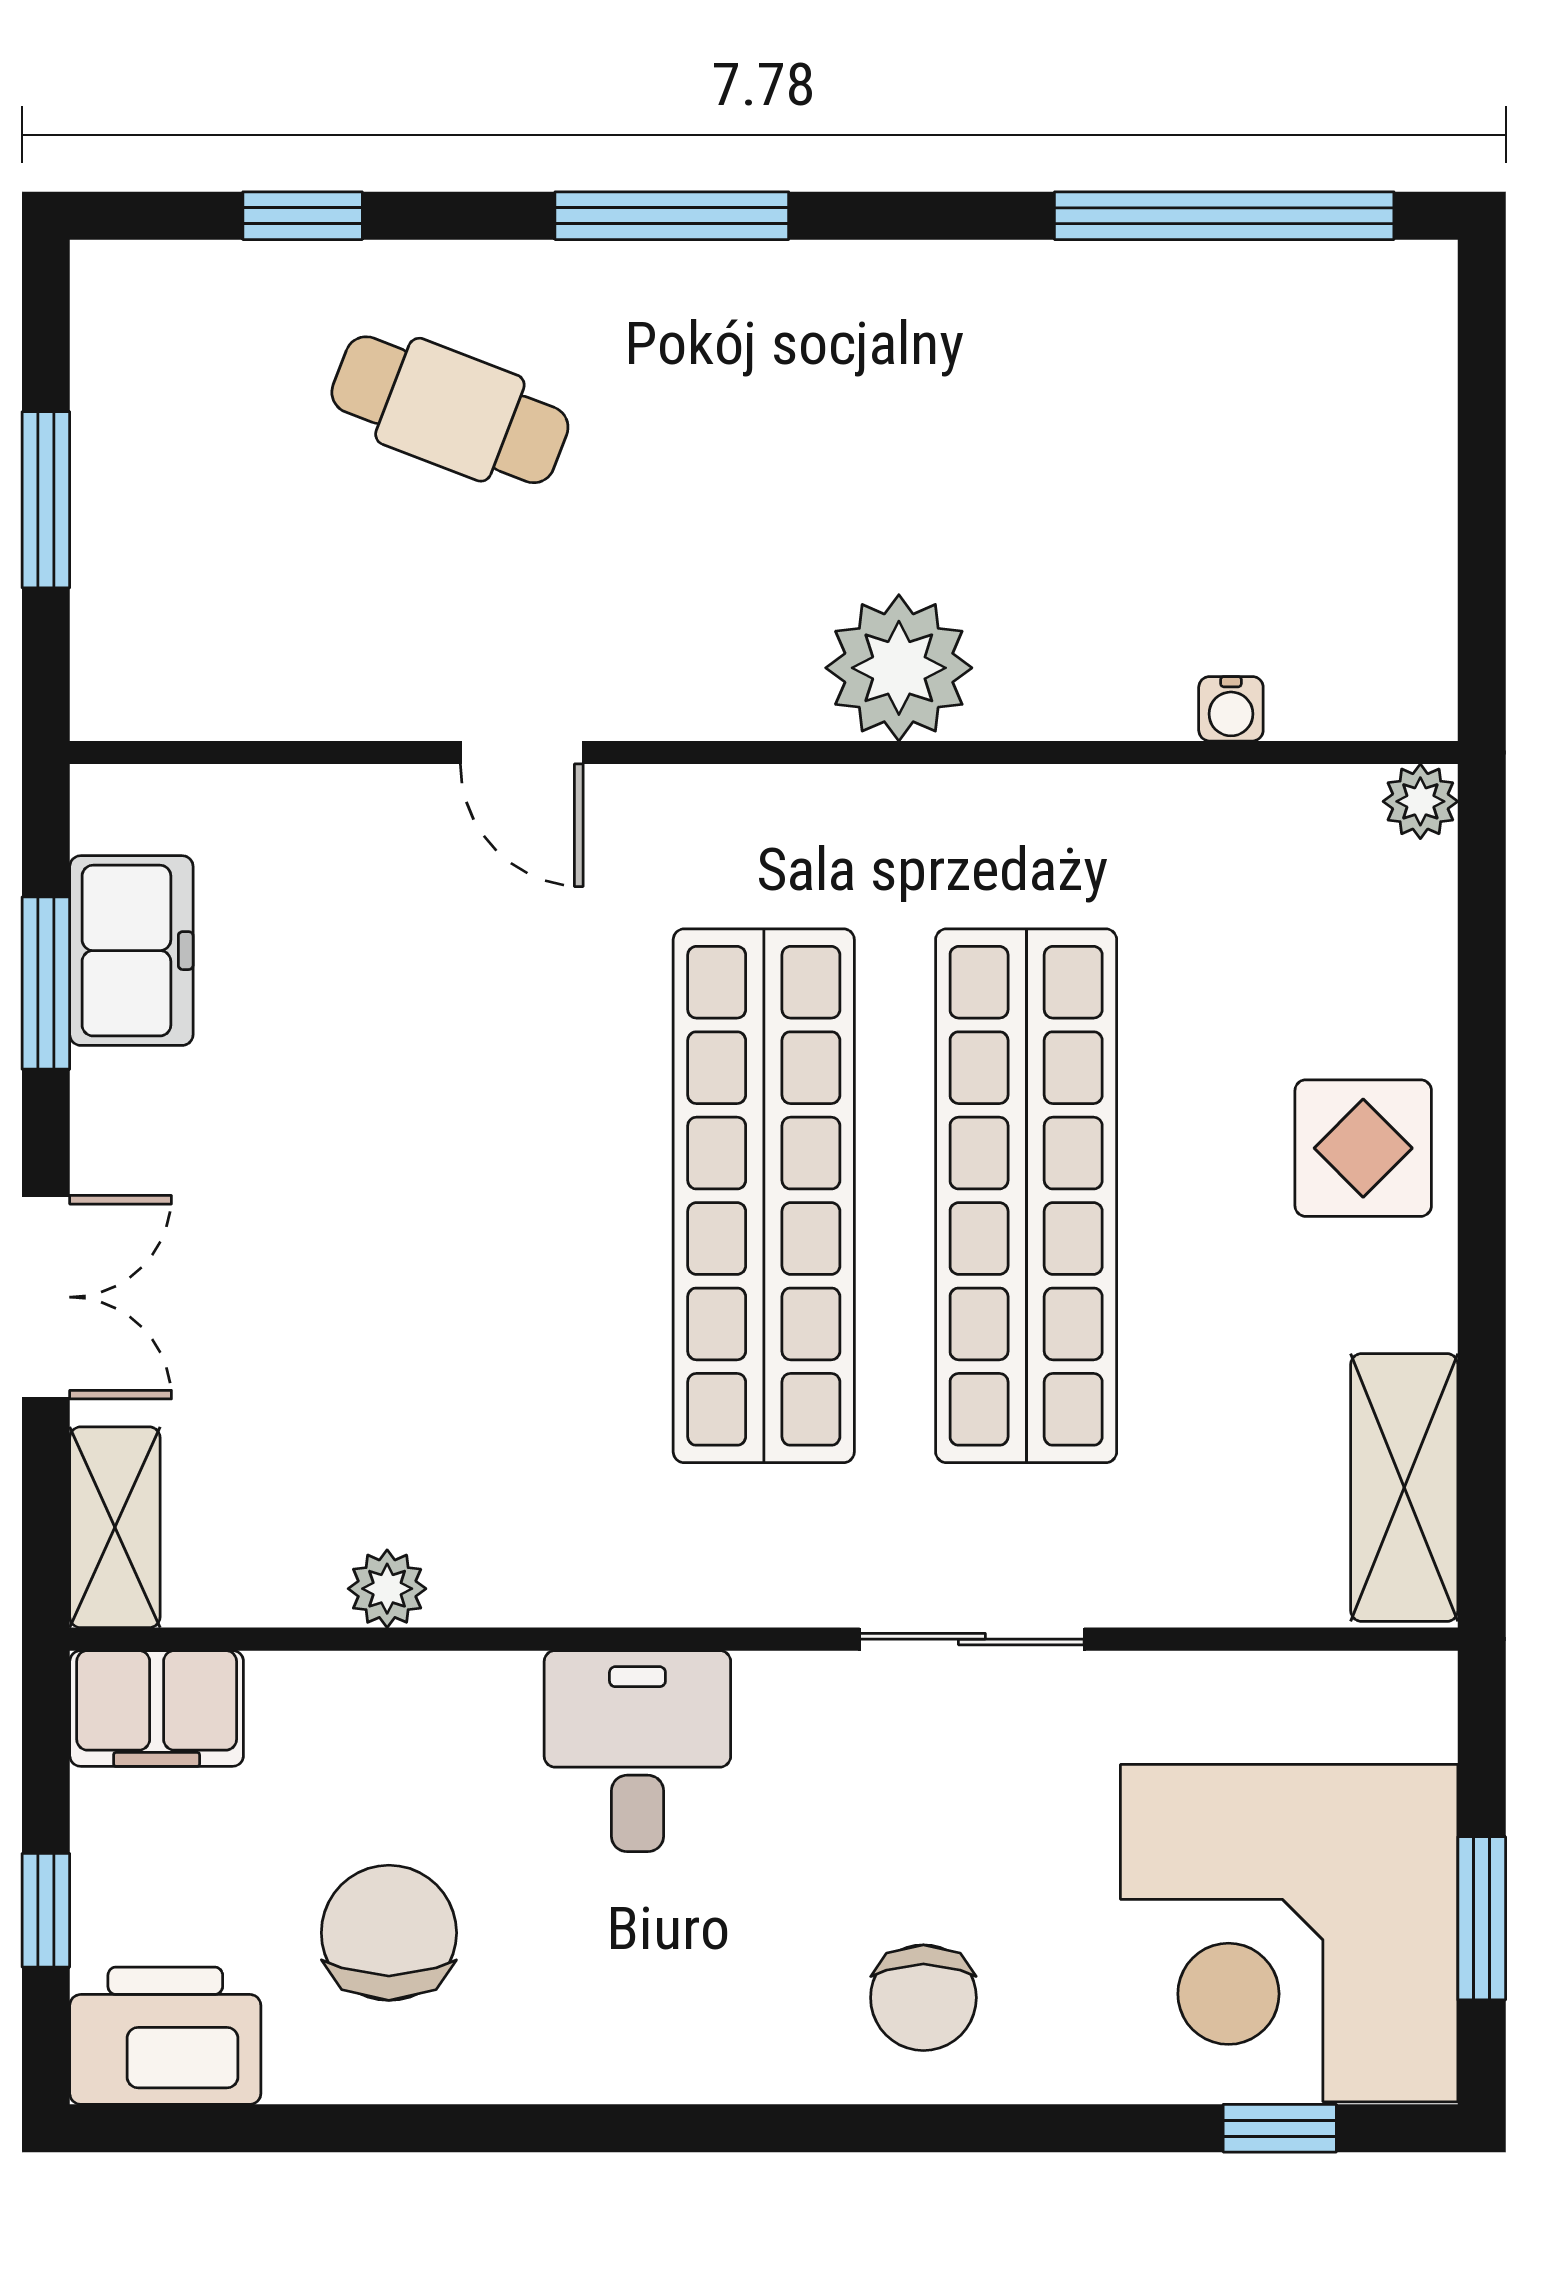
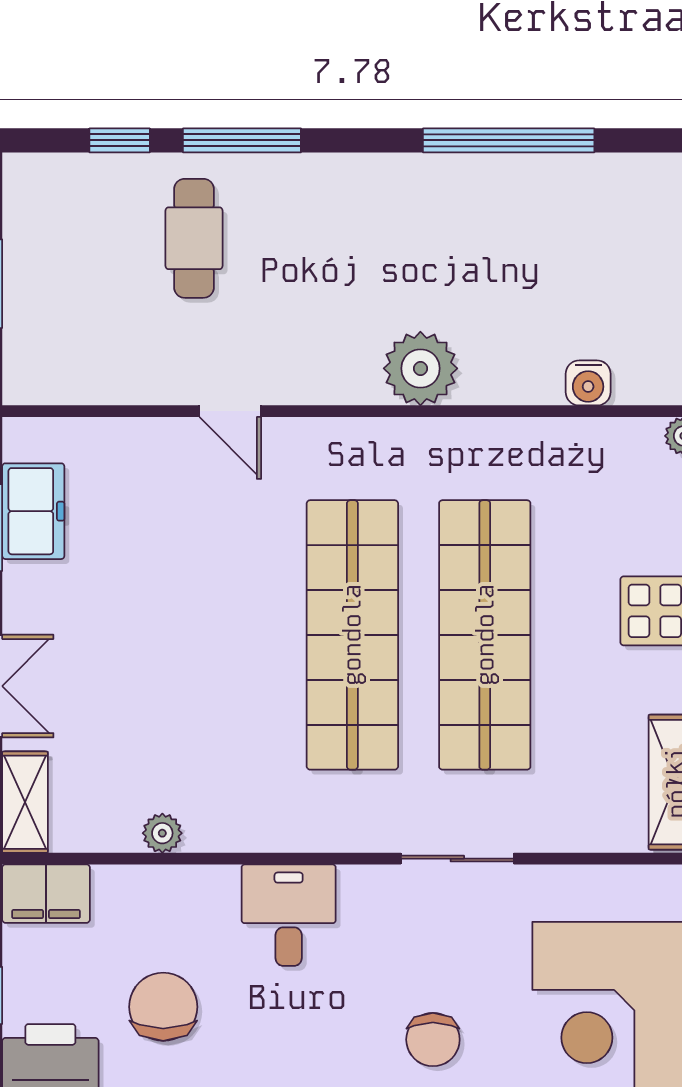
window: (672, 216) -> (242, 140), moved
window: (1224, 216) -> (509, 140), moved
cafe table: (450, 410) -> (194, 238), turned 69
water cooler: (1231, 709) -> (588, 383), width x1.38, depth x1.38

